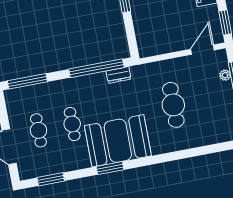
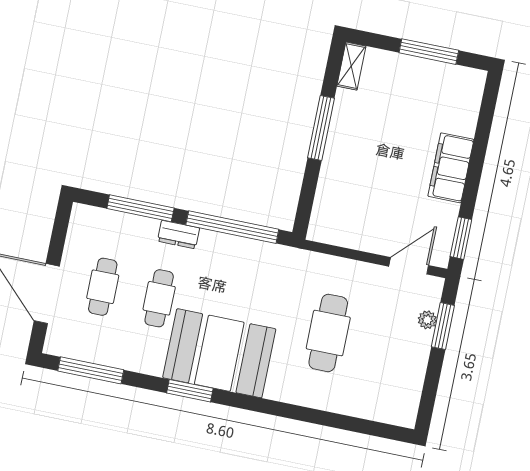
dresser: (118, 75) -> (179, 235), moved
window: (27, 81) -> (140, 208), moved
window: (51, 179) -> (91, 370), width x1.44

